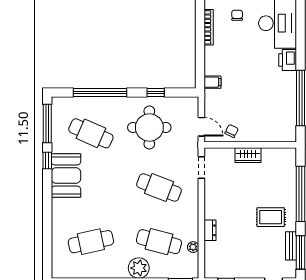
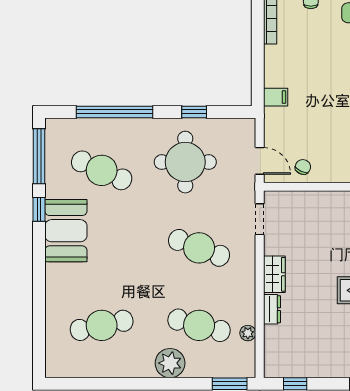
wardrobe: (248, 155) -> (274, 274), moved, turned -90

